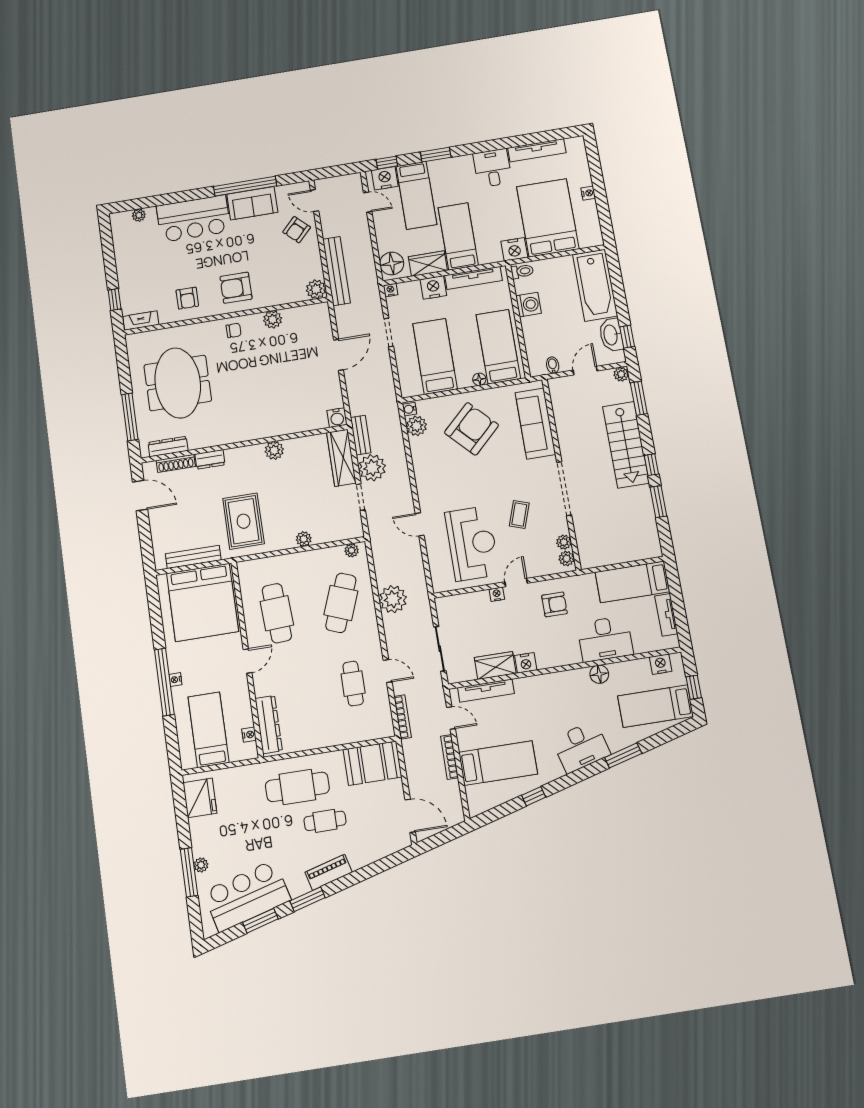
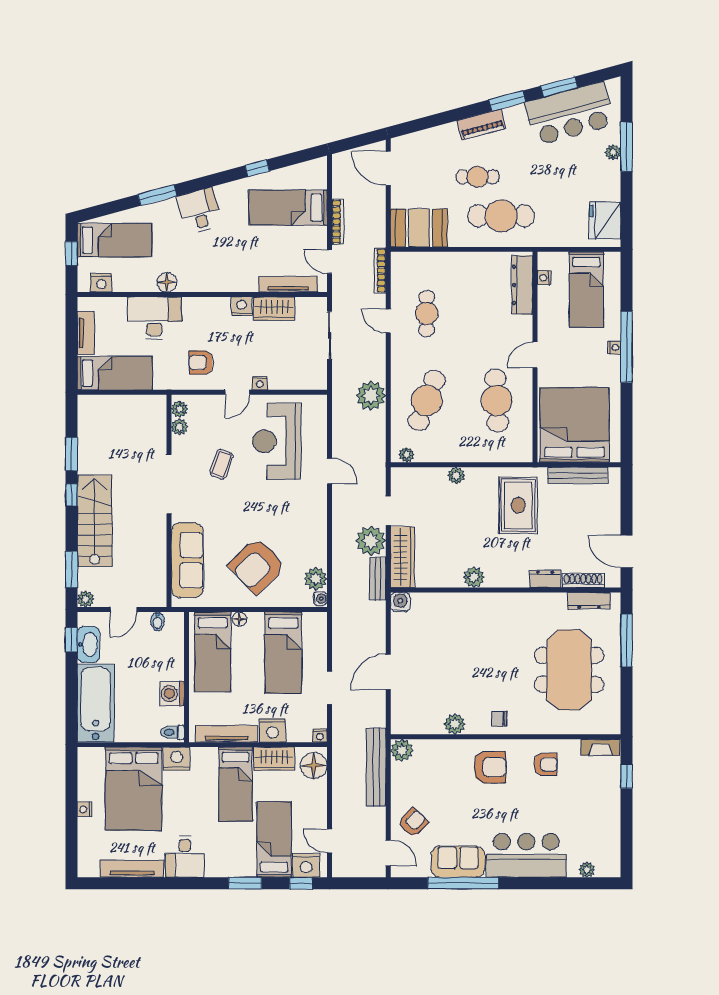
armchair: (187, 298) -> (546, 764), turned 90
desk: (581, 747) -> (199, 211), width x0.73

